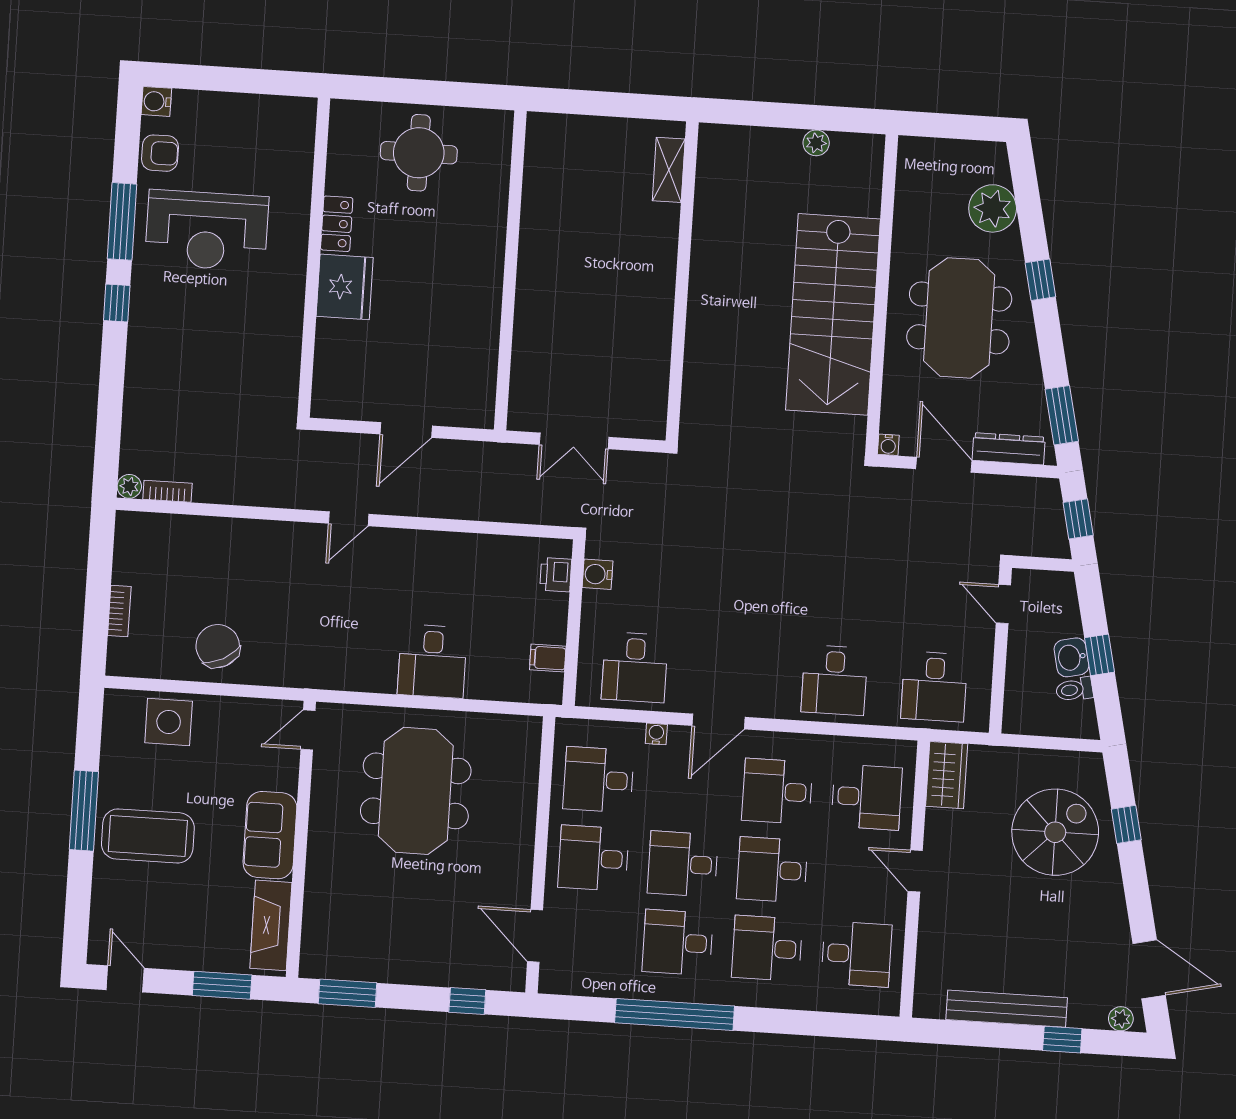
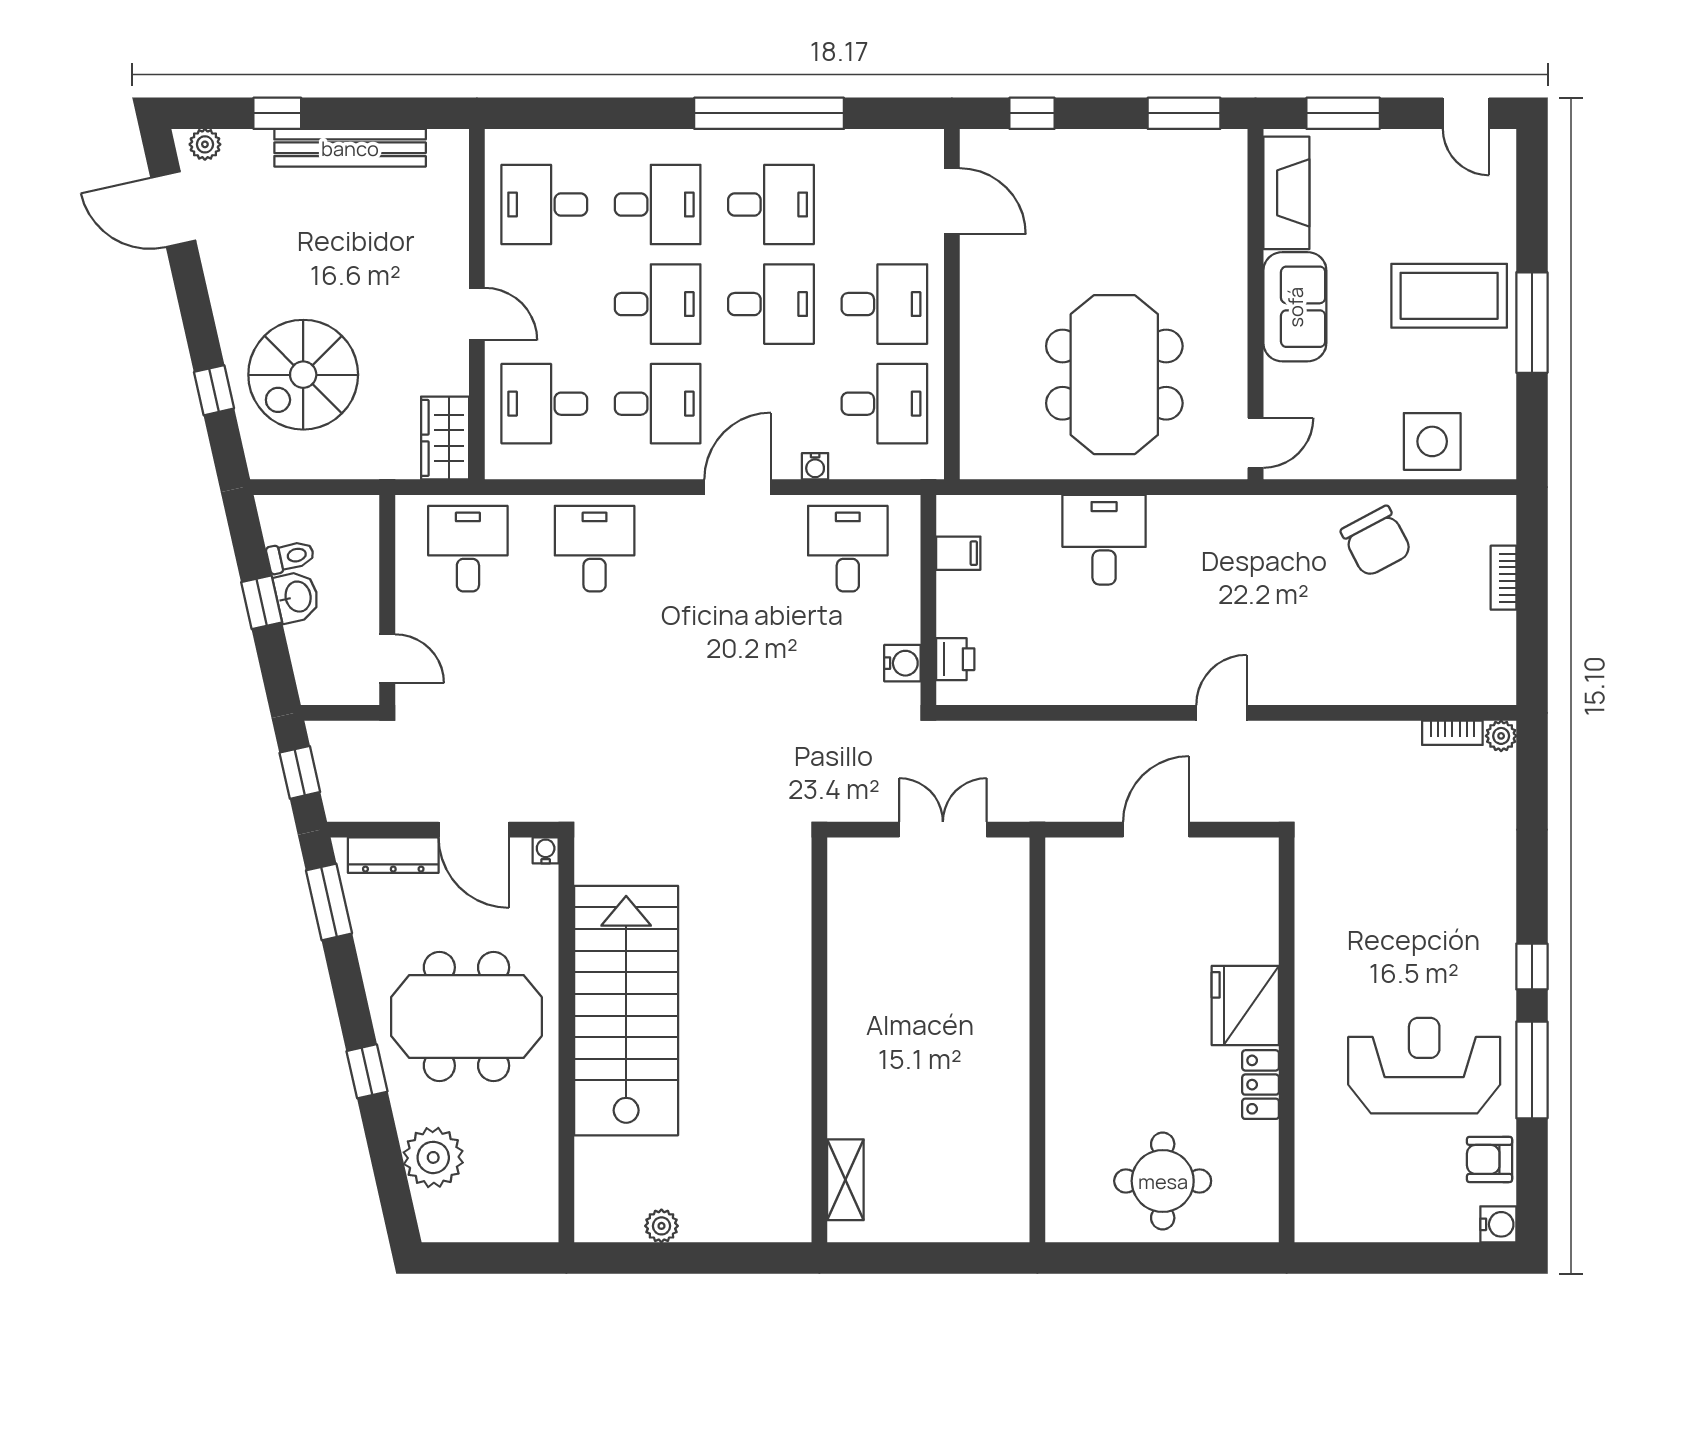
meeting table: (959, 318) -> (466, 1017), turned 90

